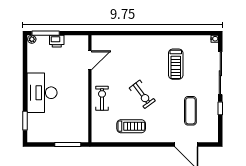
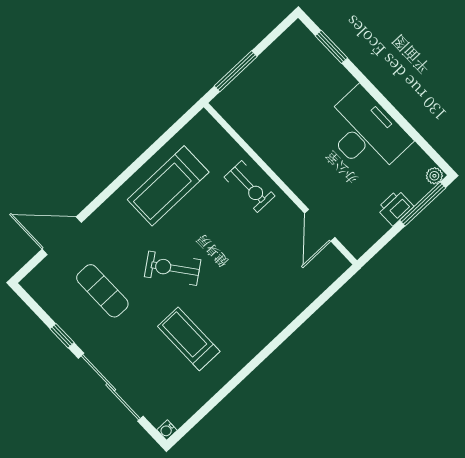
desk: (42, 93) -> (365, 132), moved
exercise bike: (142, 94) -> (173, 268), moved
treadmill: (131, 126) -> (168, 186), width x1.37, depth x1.38

